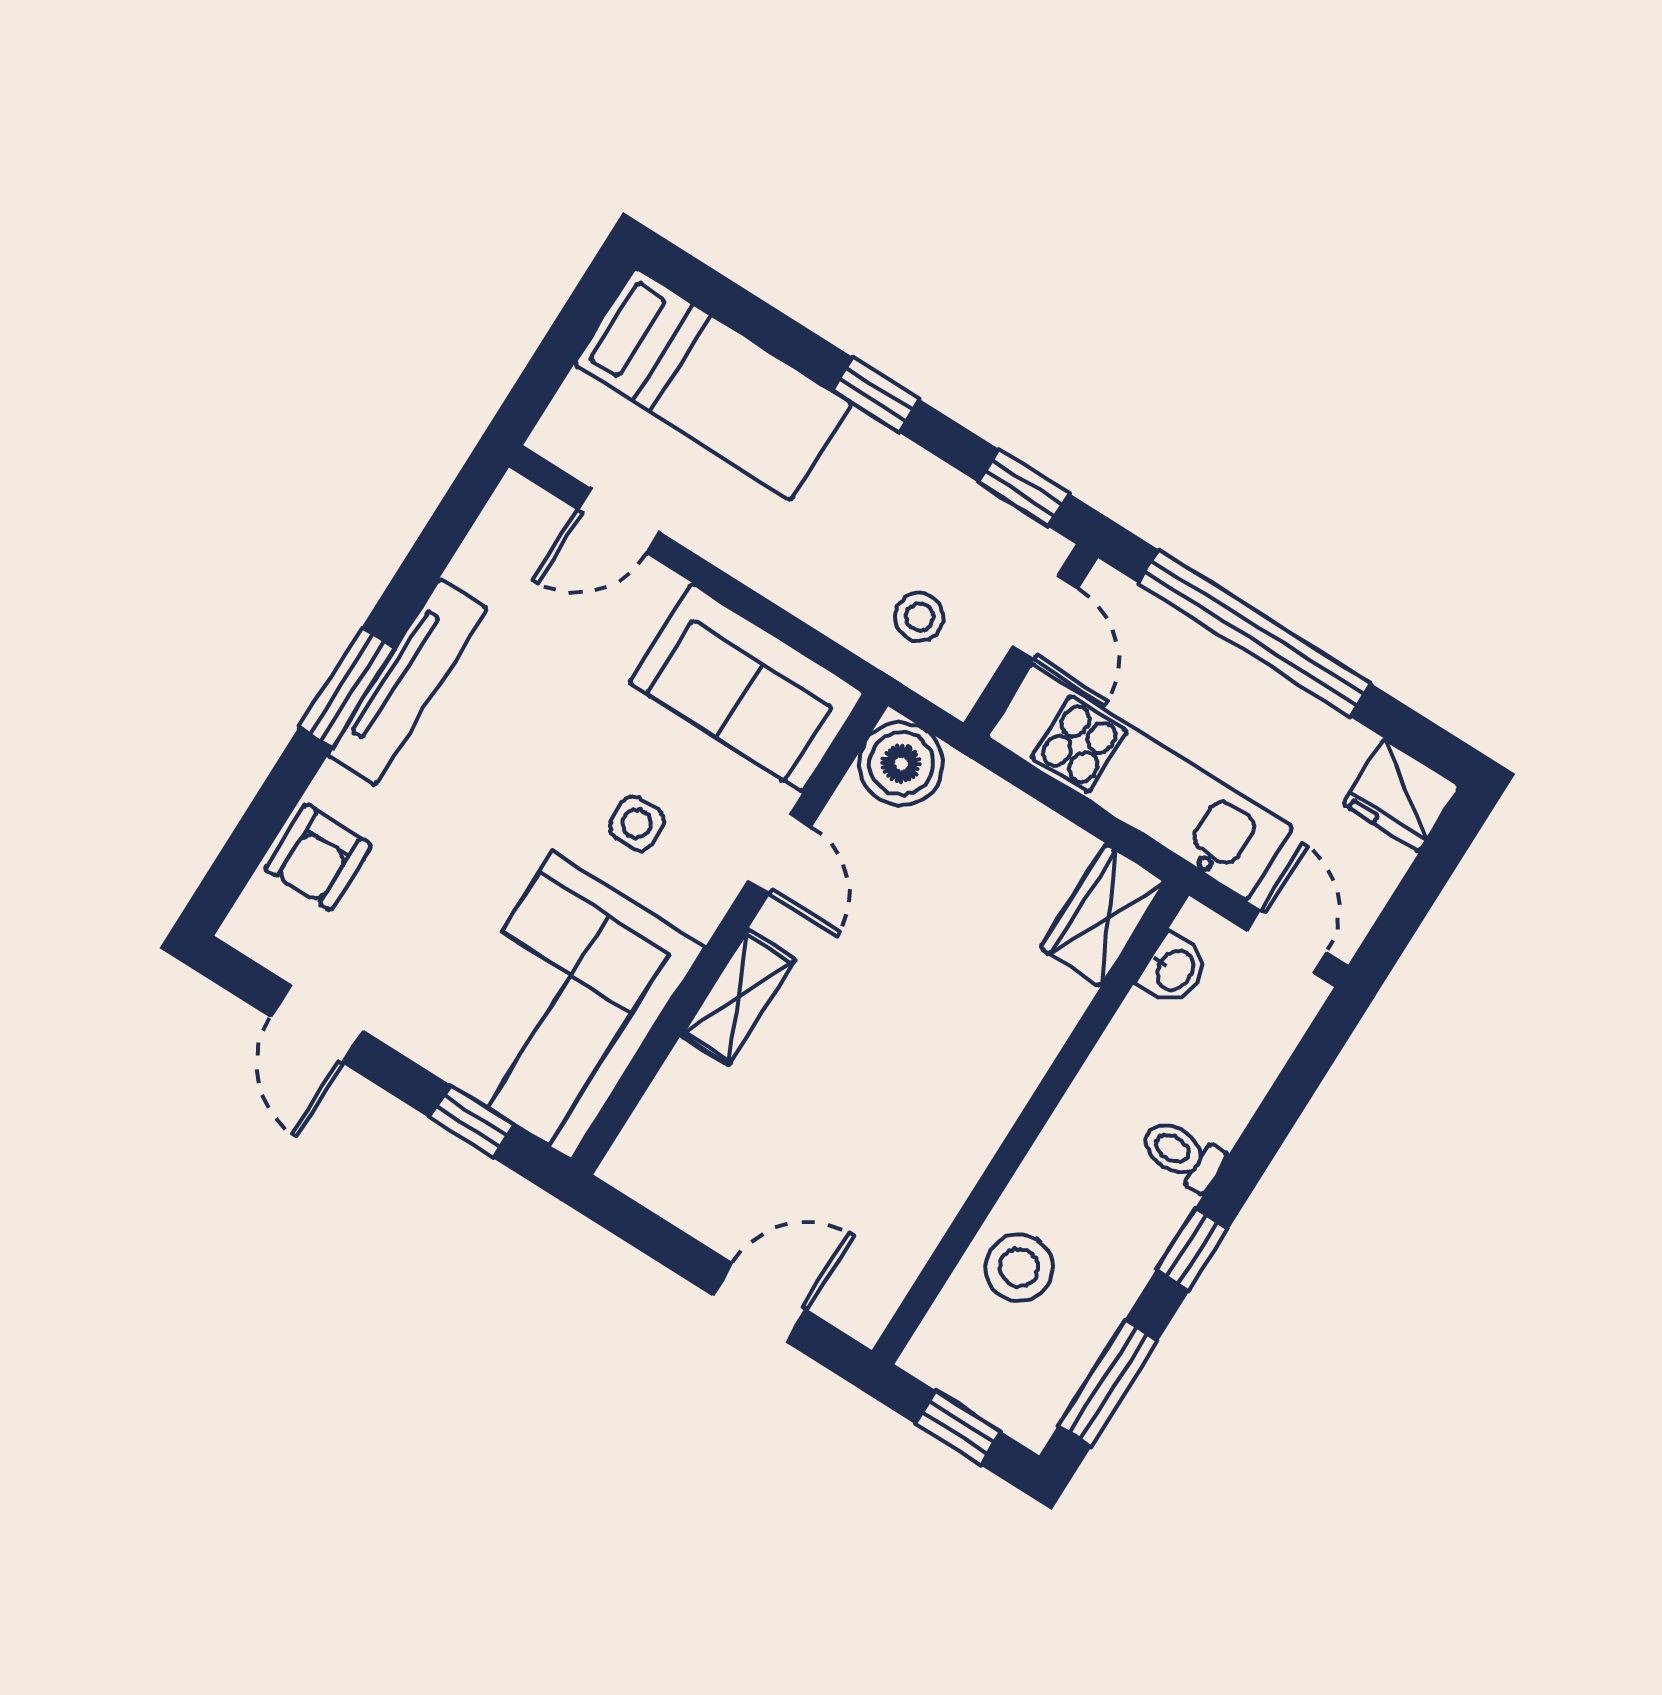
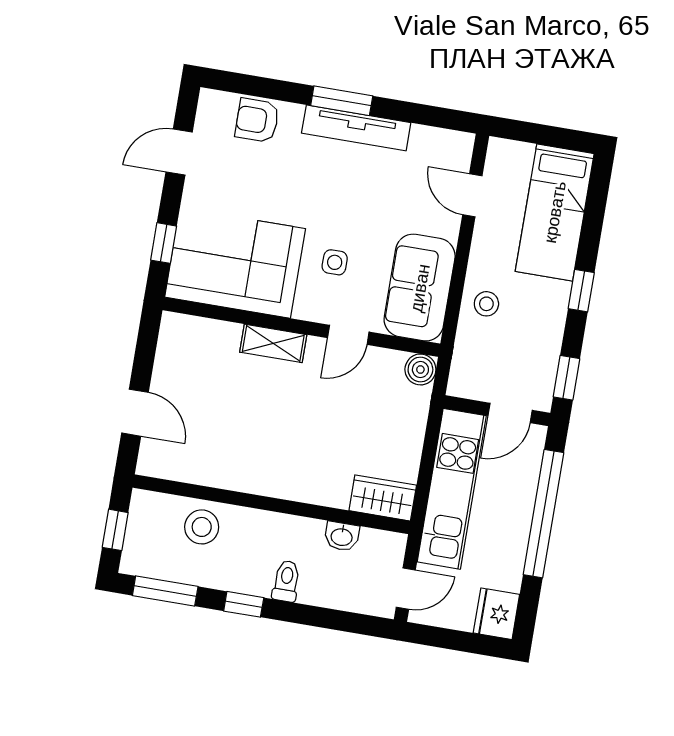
stool: (919, 617) -> (486, 304), moved
boiler: (901, 764) -> (420, 369), width x0.73, depth x0.73
washbasin: (1174, 970) -> (342, 536), moved

